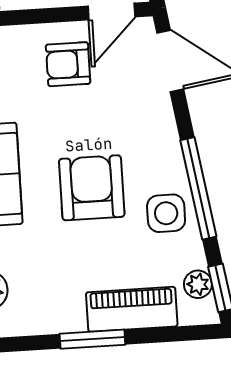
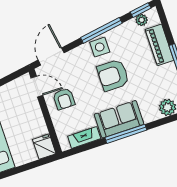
side table: (166, 213) -> (100, 47), moved

